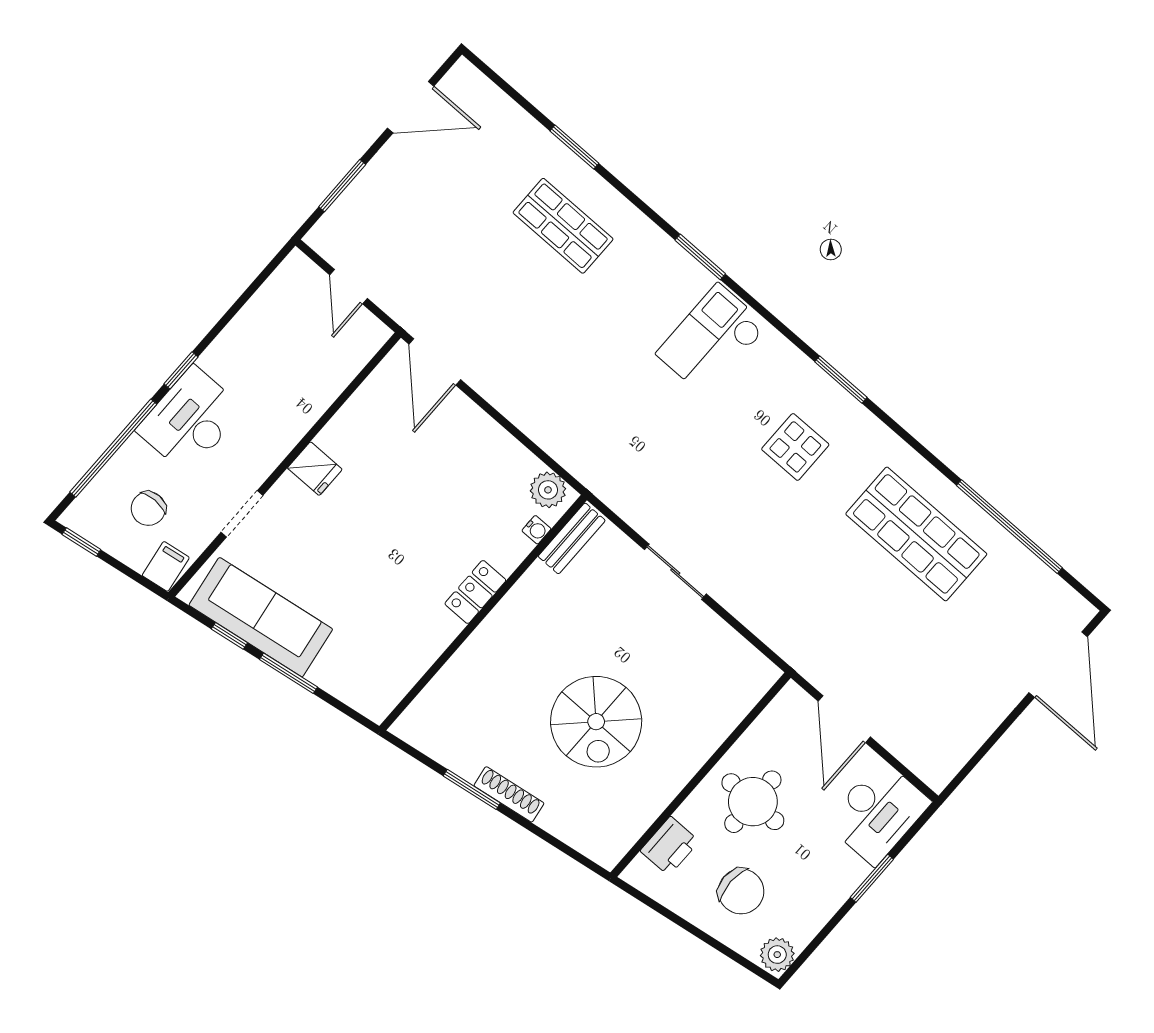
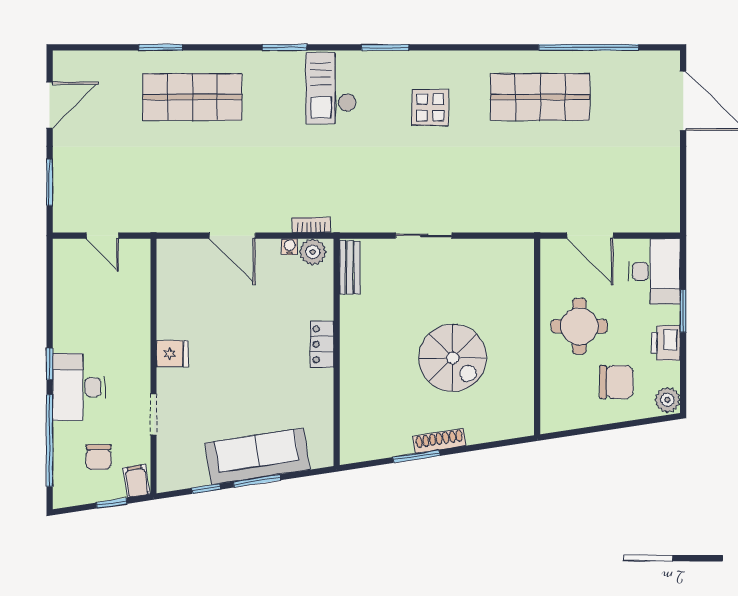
shop shelf: (563, 226) -> (192, 97), width x1.43, depth x1.36
door: (435, 362) -> (232, 236), moved
window: (841, 380) -> (385, 47), moved
bookcase: (570, 461) -> (311, 225), added
water cooler: (536, 530) -> (290, 246), moved, turned -90
window: (81, 542) -> (112, 503), moved
sofa: (261, 617) -> (258, 456), moved
printer: (670, 846) -> (666, 343), moved, turned 180

